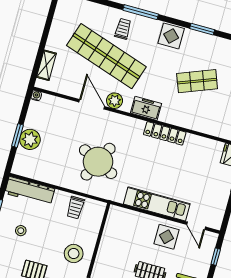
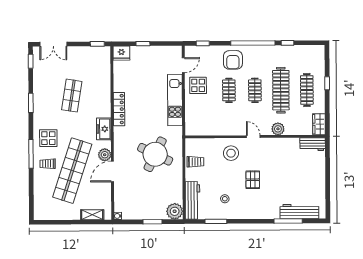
display table: (171, 36) -> (48, 138), moved
shop shelf: (197, 81) -> (72, 96), turned 30
plant: (30, 139) -> (175, 211), moved

